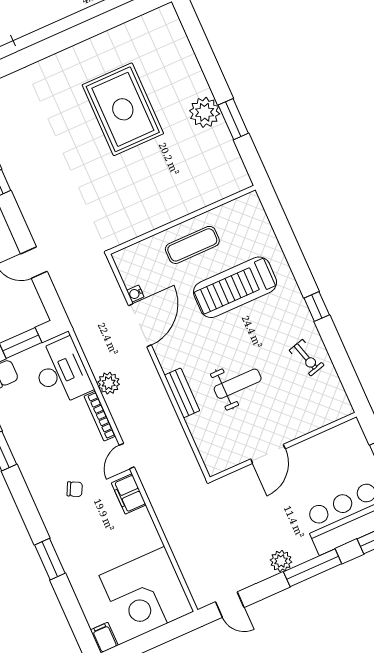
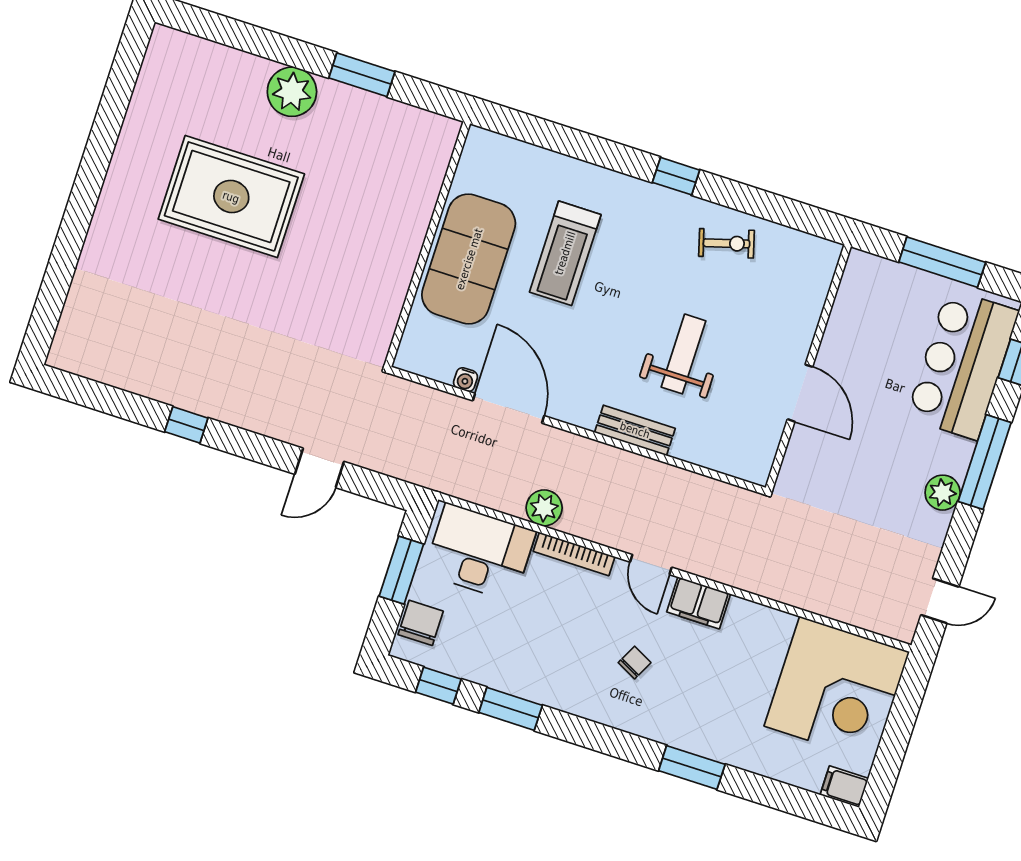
plant: (205, 112) -> (292, 92), moved
exercise mat: (192, 245) -> (469, 259), width x2.00, depth x1.45
treadmill: (235, 287) -> (565, 253), width x0.73, depth x0.73

